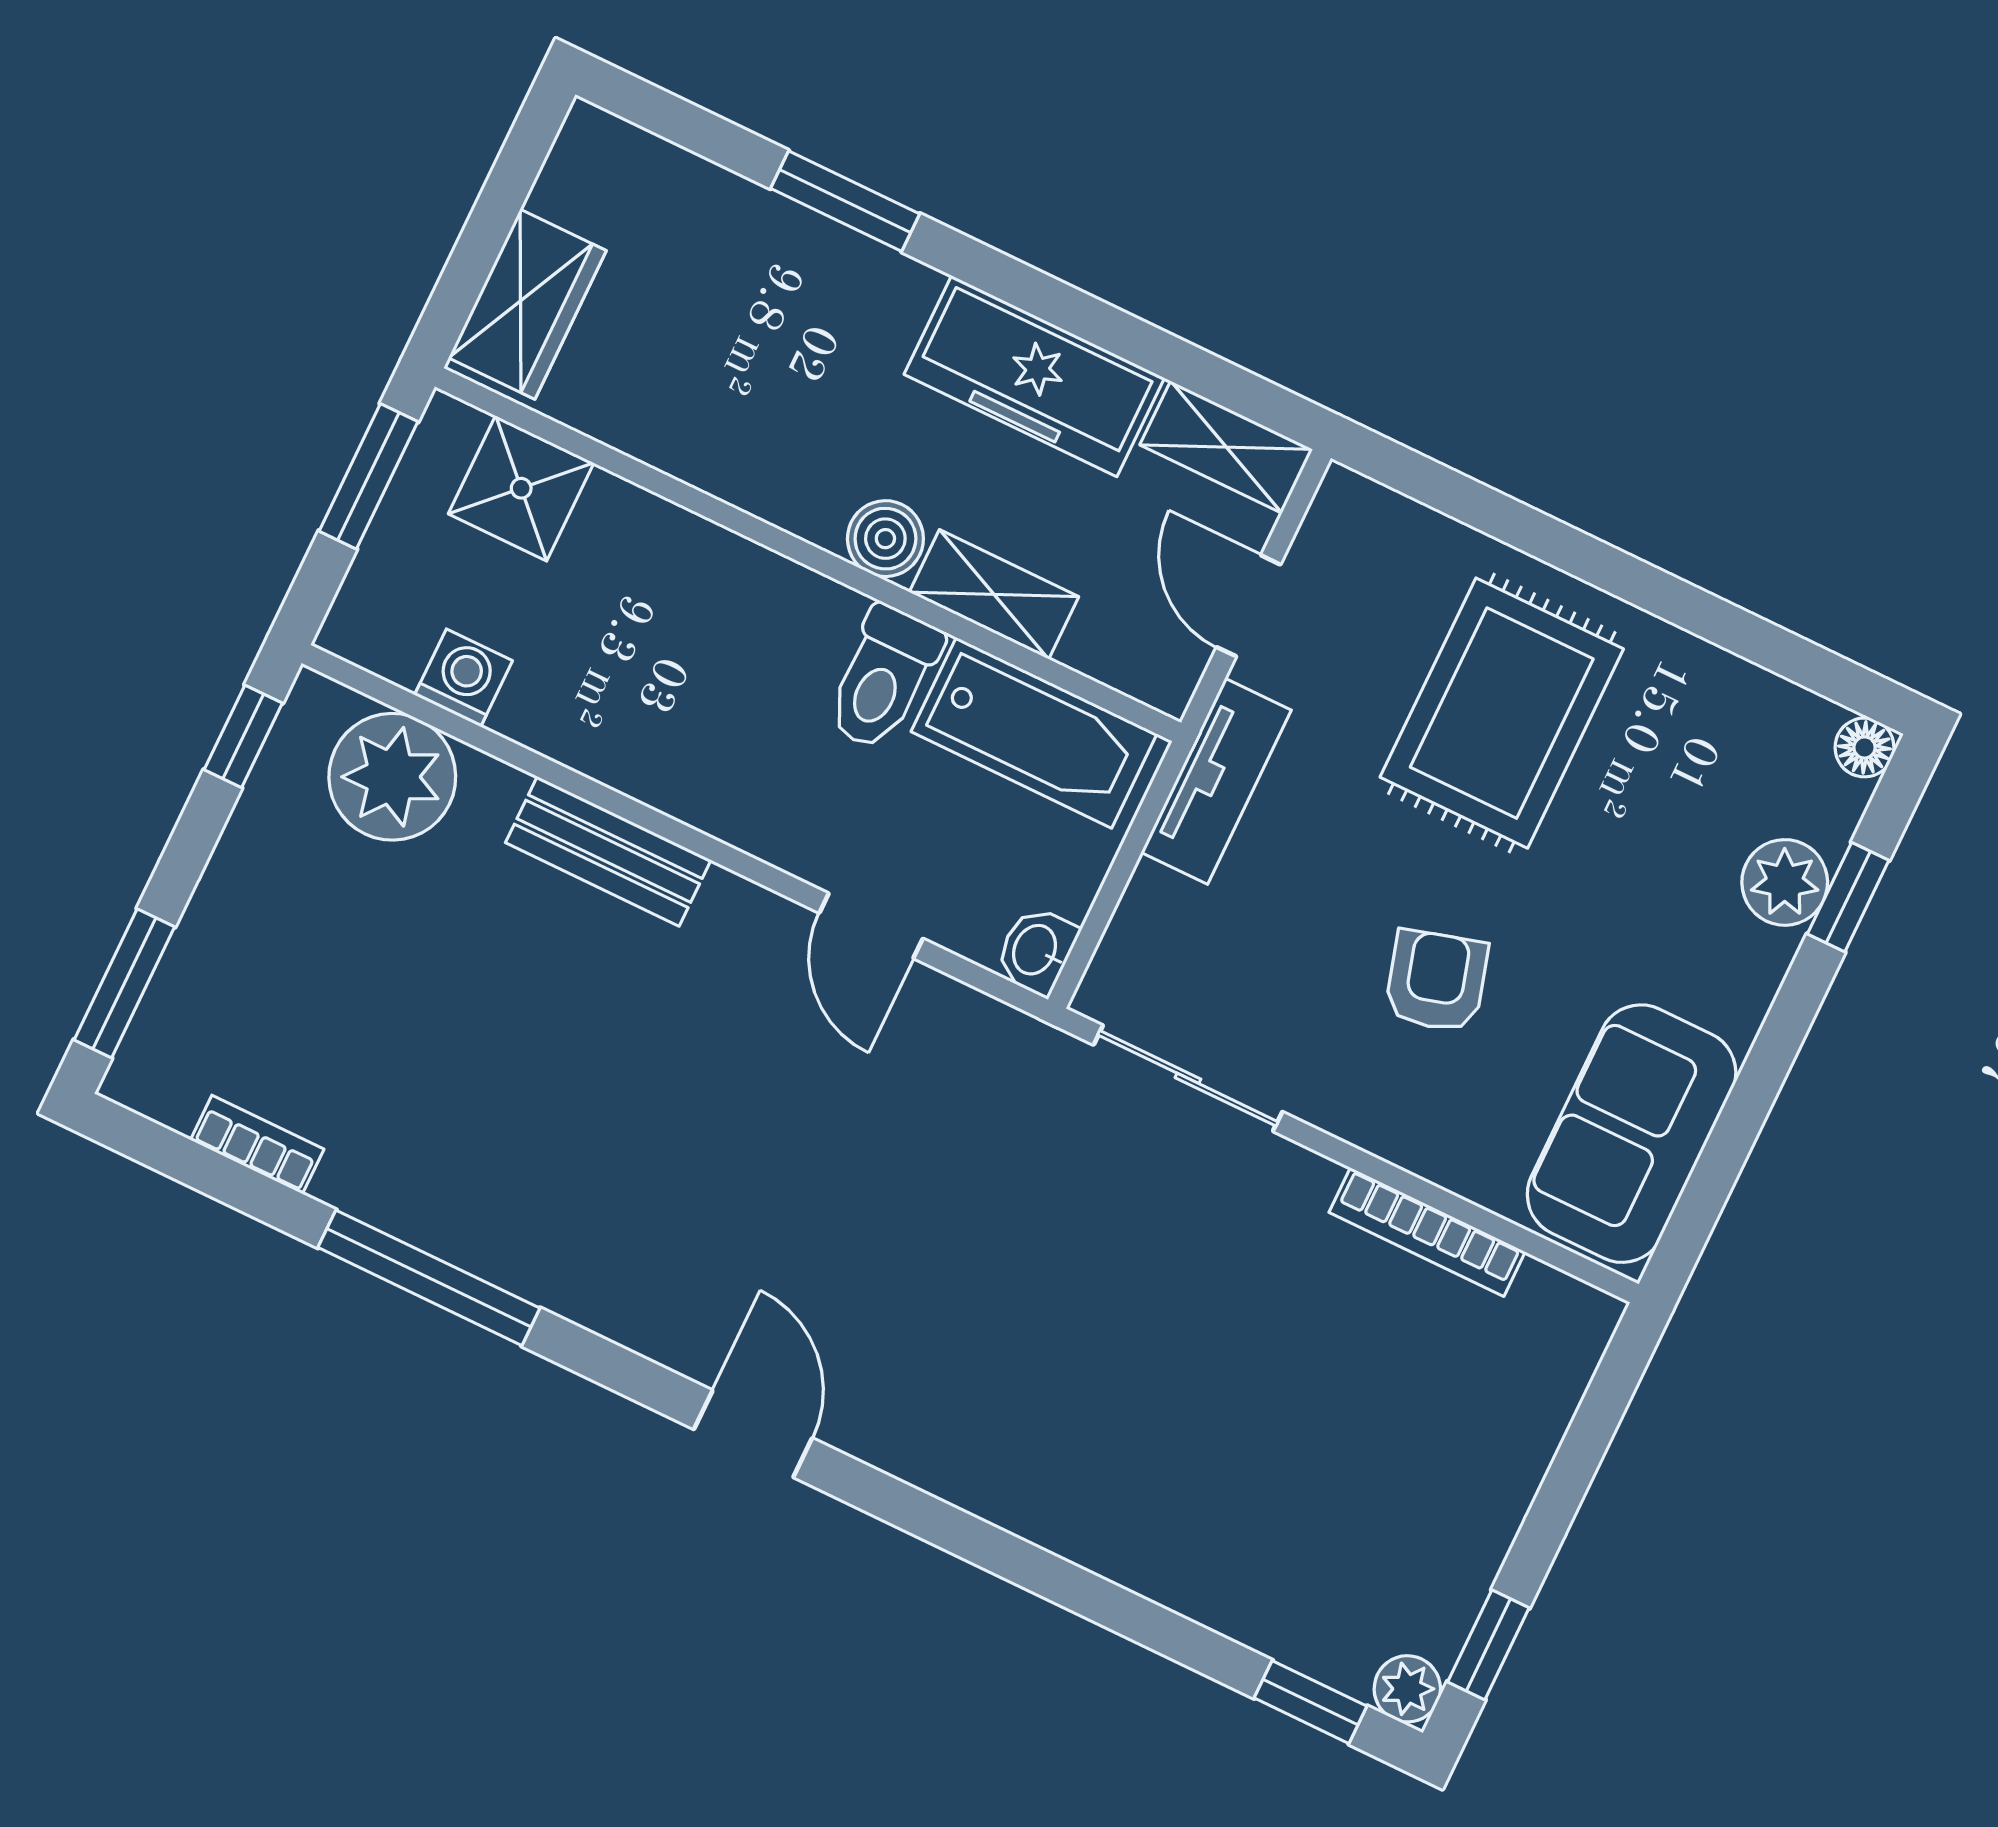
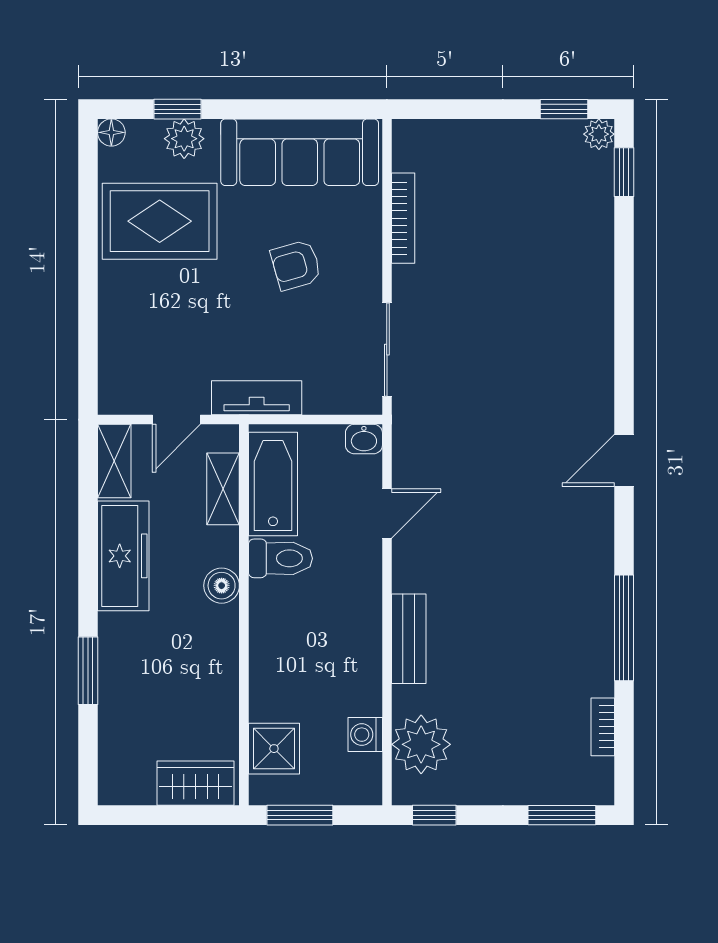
shelving: (994, 594) -> (223, 489), moved
rug: (1502, 713) -> (160, 221), moved
sofa: (1632, 1134) -> (300, 152), width x1.36

